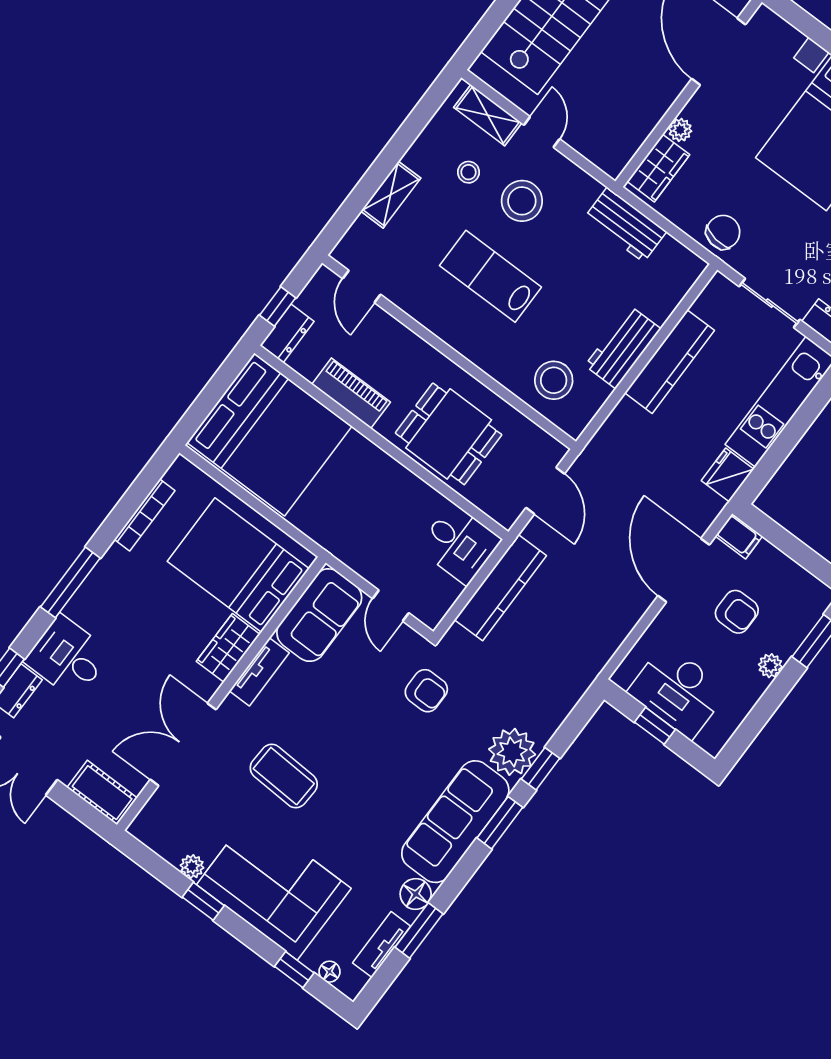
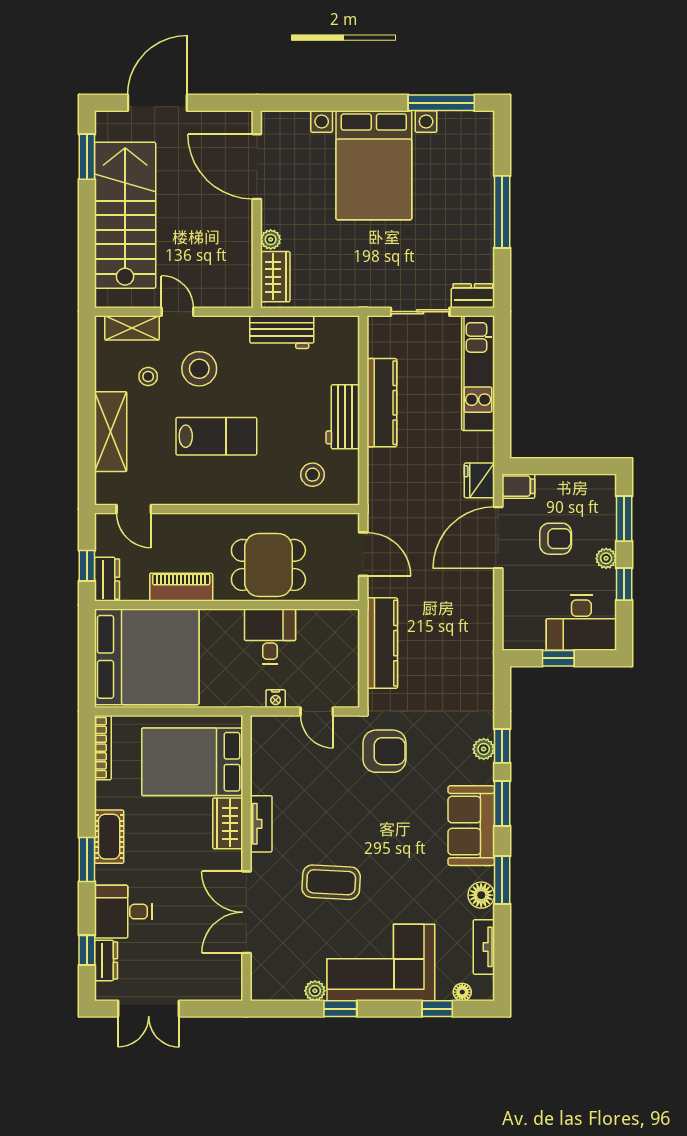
shelving: (391, 195) -> (111, 432), width x1.50, depth x1.33
chair: (723, 232) -> (352, 287), removed
lab bench: (490, 276) -> (216, 436), turned 180
stool: (554, 380) -> (313, 475), width x0.73, depth x0.73
fridge: (728, 475) -> (479, 480), moved
bookcase: (145, 515) -> (103, 748), moved
desk: (459, 544) -> (270, 636), moved, turned -90
nightstand: (361, 564) -> (276, 699), added
door: (684, 570) -> (498, 538), hinge flipped
window: (70, 582) -> (87, 860), width x0.69
sofa: (319, 615) -> (273, 754), removed
armchair: (426, 691) -> (385, 751), width x1.38, depth x1.38
desk: (678, 691) -> (581, 623), moved
window: (769, 703) -> (624, 584), added
plant: (512, 752) -> (484, 749), width x0.53, depth x0.53
cot: (102, 793) -> (109, 837), moved, turned 90
sofa: (455, 822) -> (471, 826), width x0.73
window: (419, 930) -> (502, 880), moved

